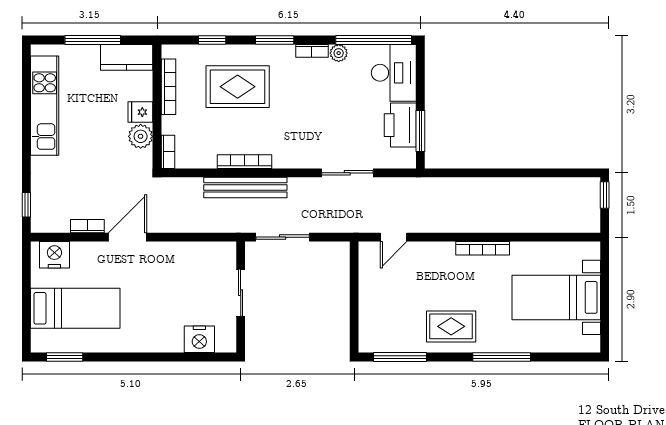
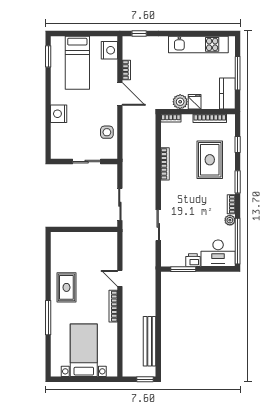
printer: (400, 125) -> (193, 260), width x0.53, depth x0.68
bench: (245, 187) -> (150, 341), moved
sliding door: (283, 237) -> (120, 204), moved
door: (394, 237) -> (120, 278), moved
side table: (192, 259) -> (107, 132), added
nightstand: (199, 339) -> (59, 114), moved
window: (400, 357) -> (48, 257), removed

